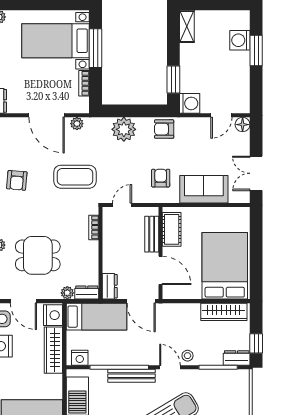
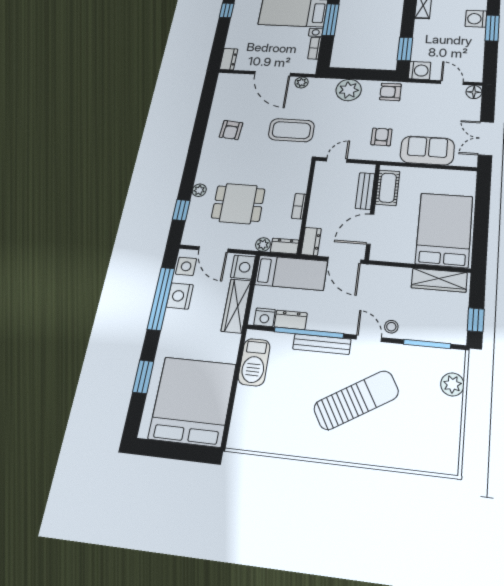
door: (221, 115) -> (452, 83), swing flipped
bookcase: (94, 227) -> (299, 206), moved
door: (160, 270) -> (370, 229), swing flipped
dresser: (237, 358) -> (291, 320), moved
plant: (241, 398) -> (452, 384), added

